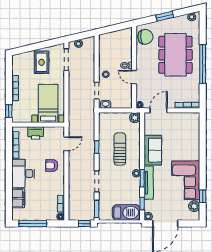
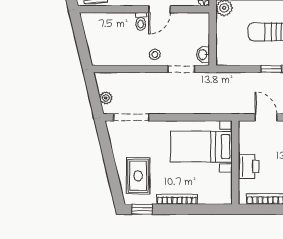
rug: (42, 62) -> (138, 176), moved, turned 90
window: (9, 111) -> (142, 209), moved

